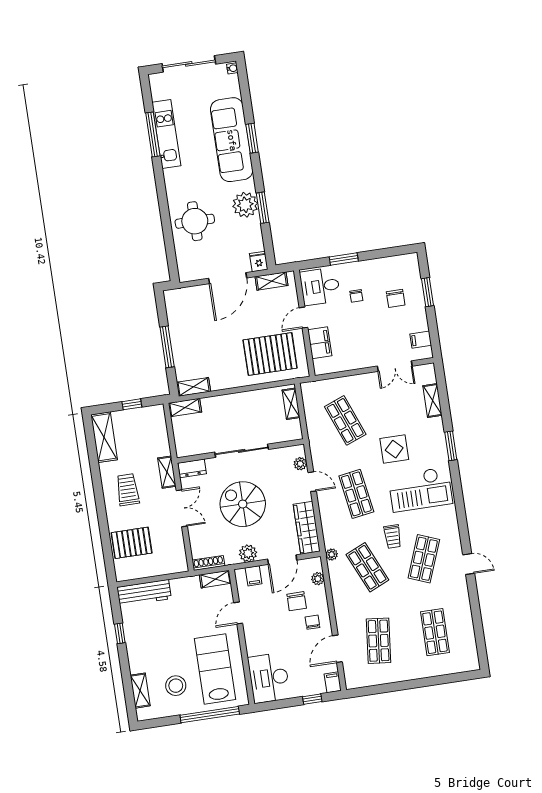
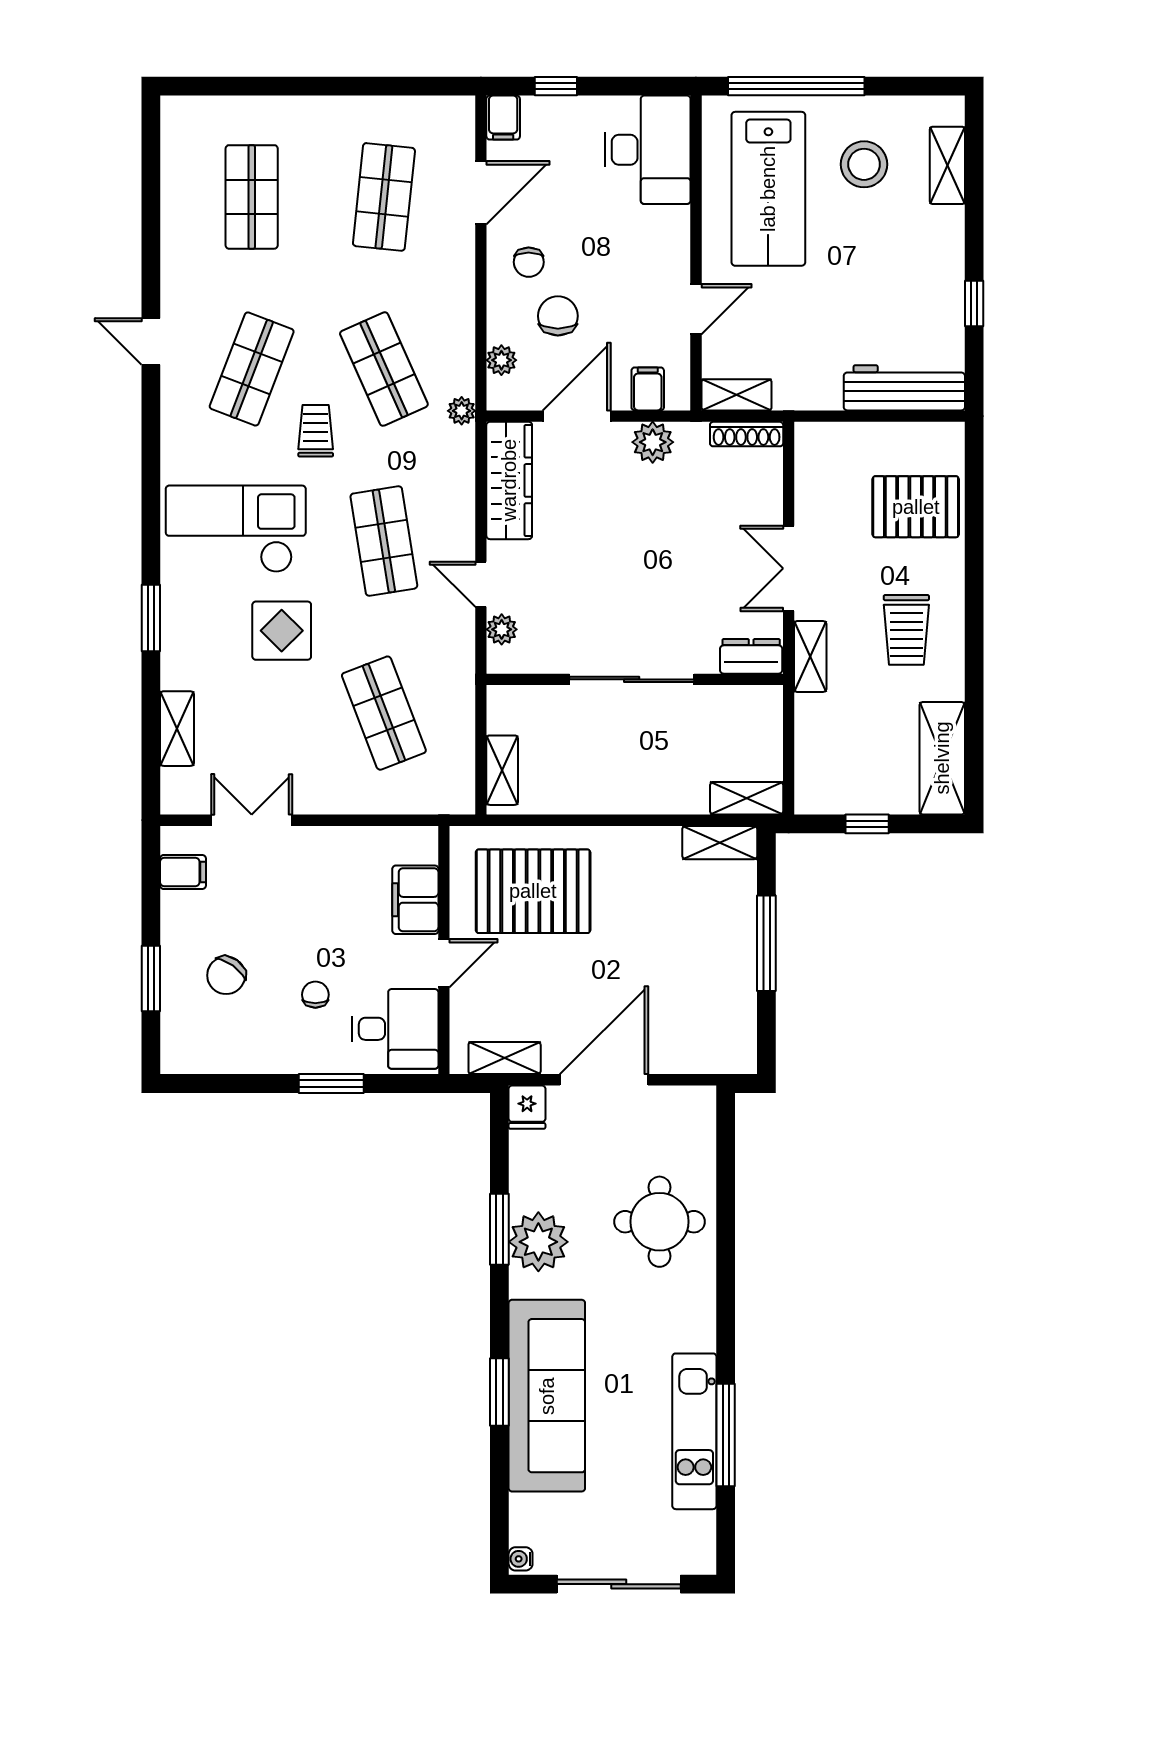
chair: (396, 298) -> (226, 975), turned -144
spiral stairs: (243, 504) -> (648, 557), removed

